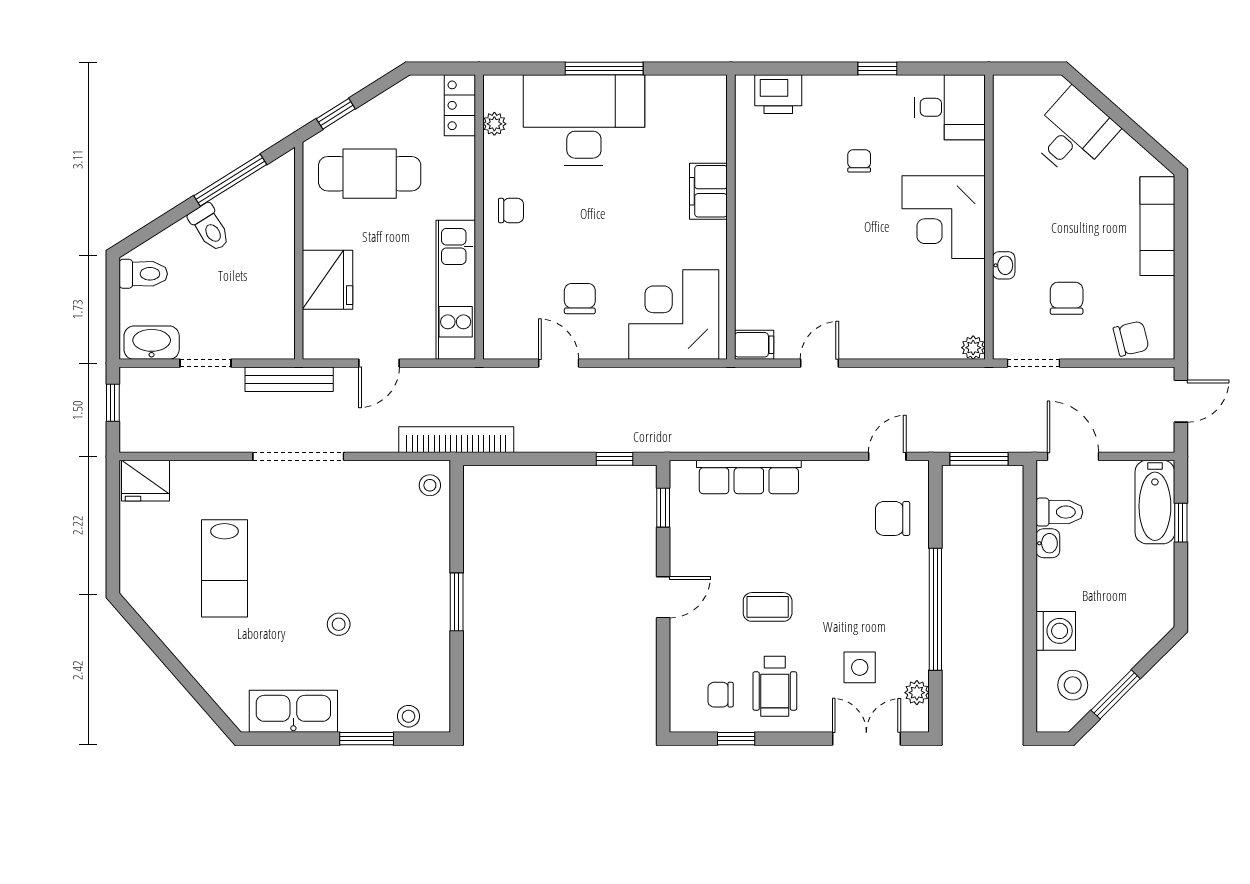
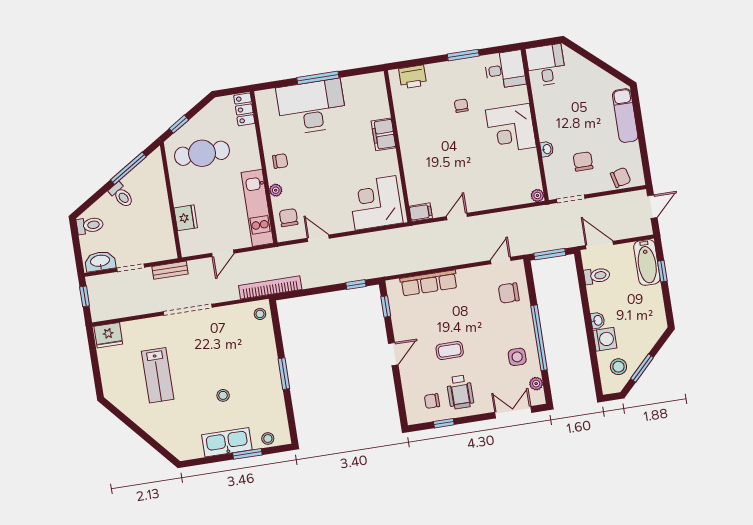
window: (877, 69) -> (463, 55), width x1.50
plant: (494, 124) -> (276, 190), moved
desk: (1073, 133) -> (546, 65), moved, turned -42
fridge: (327, 280) -> (186, 218), width x0.73, depth x0.75
chair: (580, 299) -> (289, 218), moved
bench: (289, 379) -> (170, 270), width x0.73
washbasin: (1048, 543) -> (598, 320), moved
side table: (860, 667) -> (517, 357), moved
kitchen sink: (293, 711) -> (227, 442), moved

